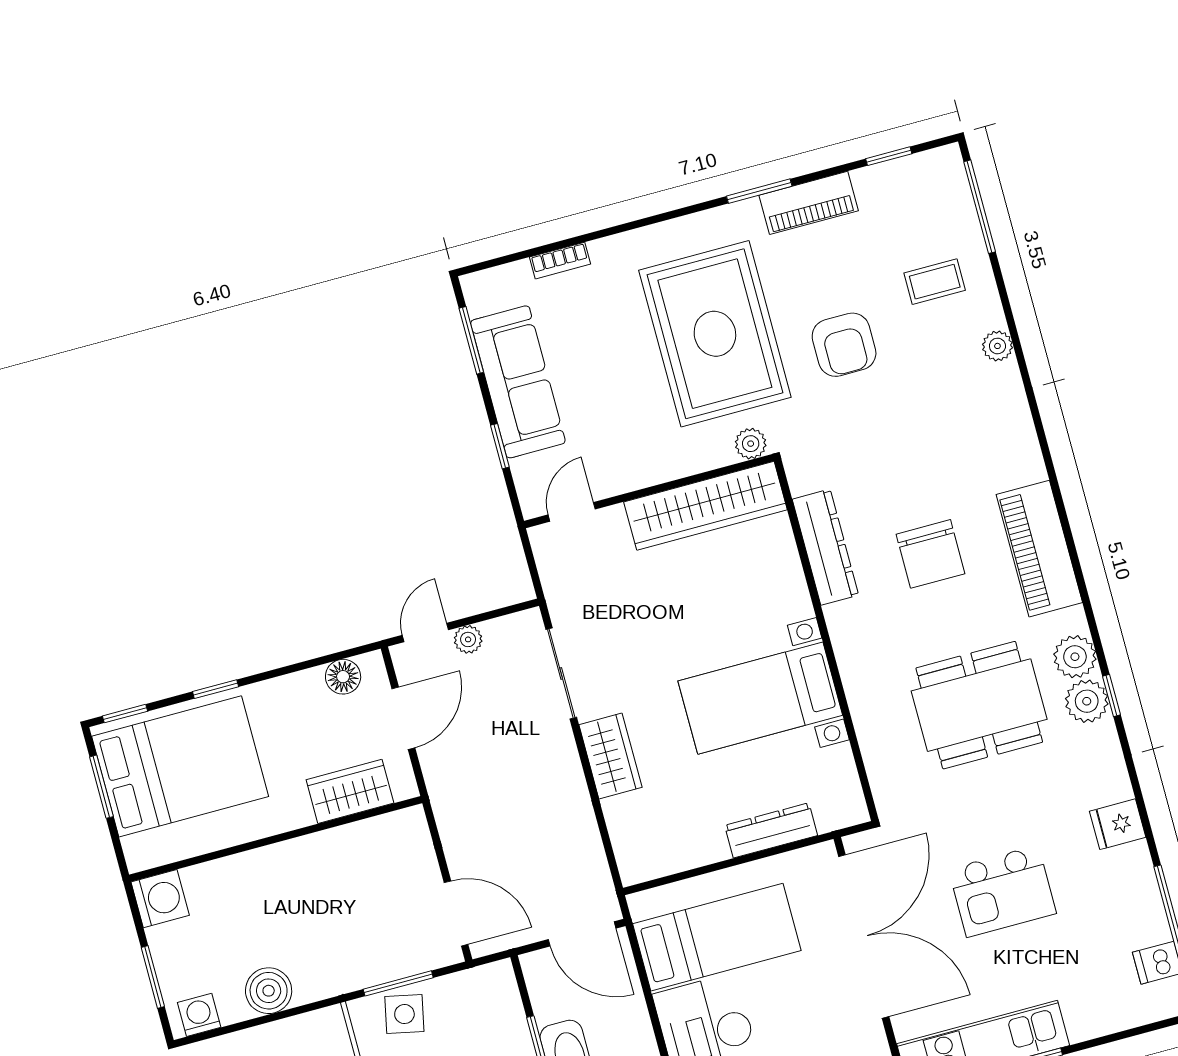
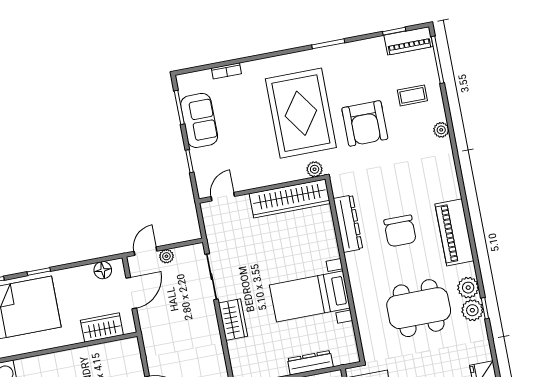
piano: (809, 203) -> (408, 41), moved
armchair: (844, 345) -> (365, 123), width x1.36, depth x1.36
sofa: (518, 382) -> (199, 120), width x0.73

